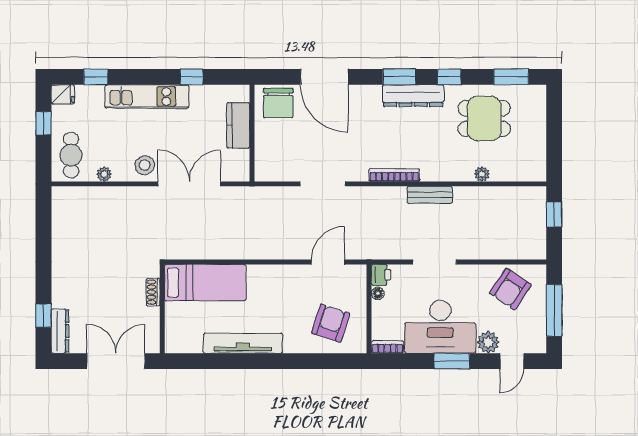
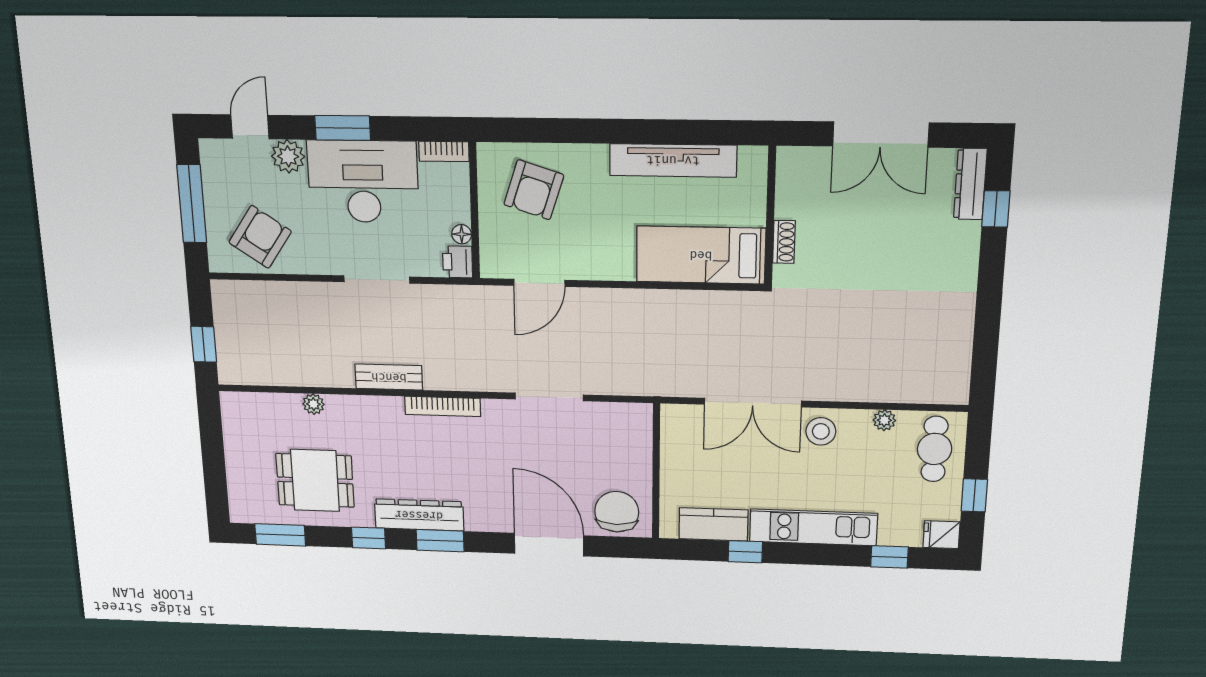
kitchen counter: (238, 125) -> (713, 524), moved, turned -90
bed: (205, 283) -> (701, 255), moved
shoe rack: (153, 292) -> (784, 242), moved
wall: (162, 309) -> (770, 216), moved

